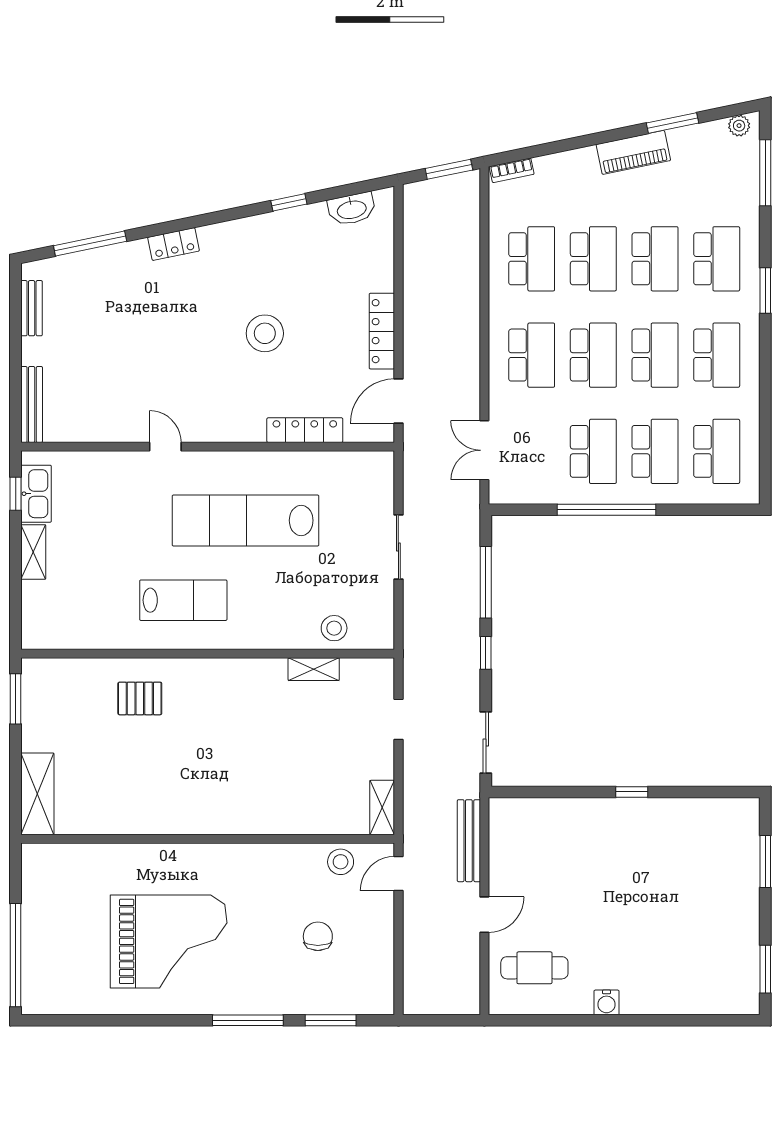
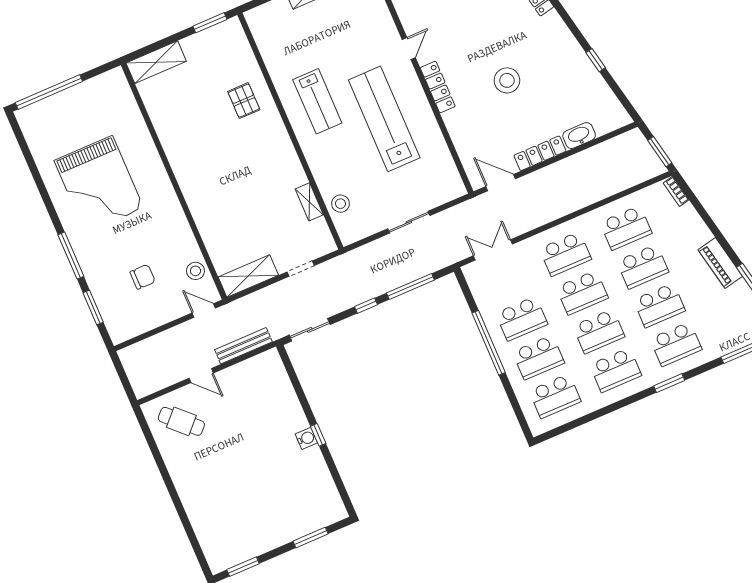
washbasin: (352, 209) -> (579, 136), moved, turned 102
locker: (305, 430) -> (438, 87), moved
shelving: (382, 808) -> (248, 276), width x1.50, depth x1.33
cafe table: (534, 968) -> (181, 421), turned -46
water cooler: (606, 1002) -> (306, 438), moved, turned 180

